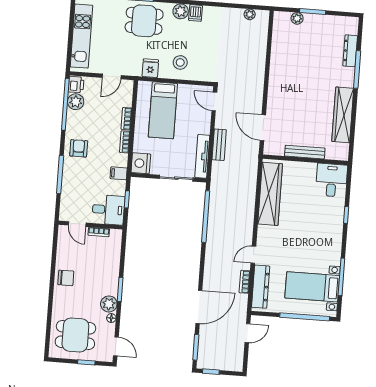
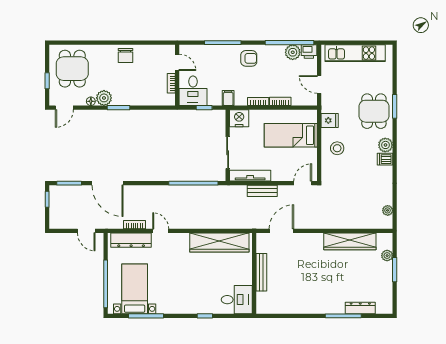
wardrobe: (343, 115) -> (350, 241), moved, turned 180
door: (77, 224) -> (177, 62), swing flipped

